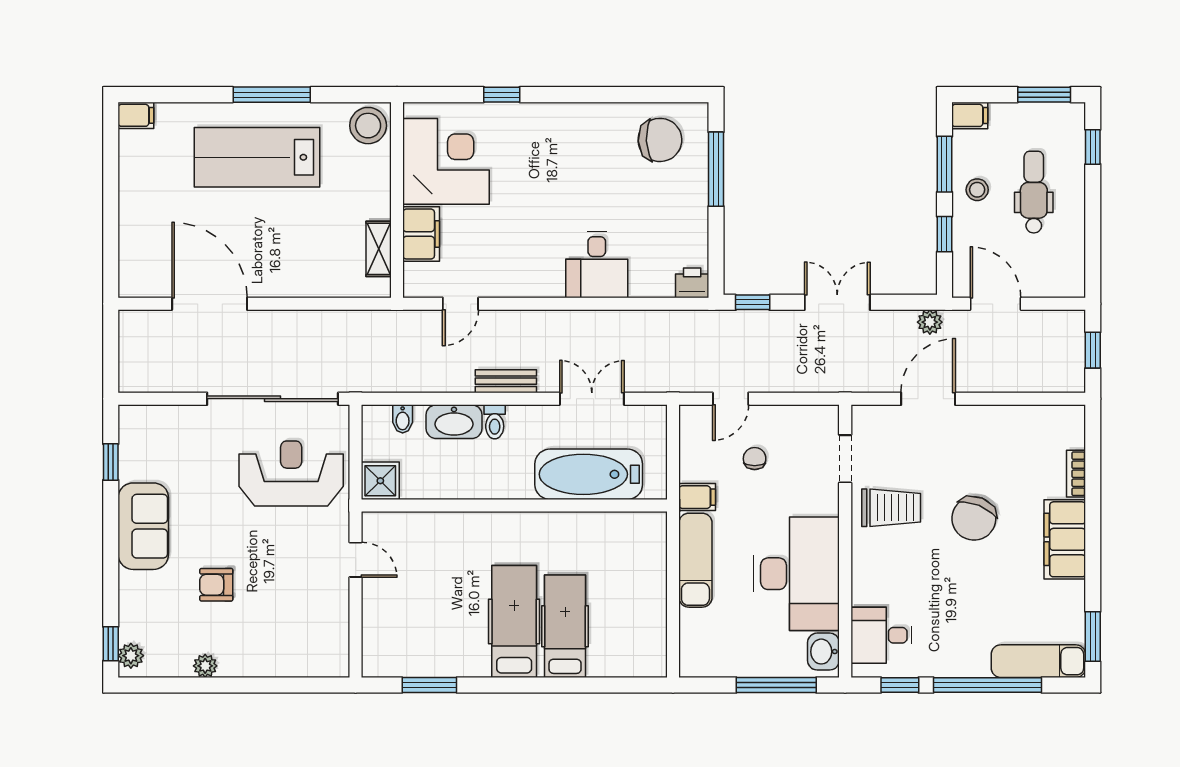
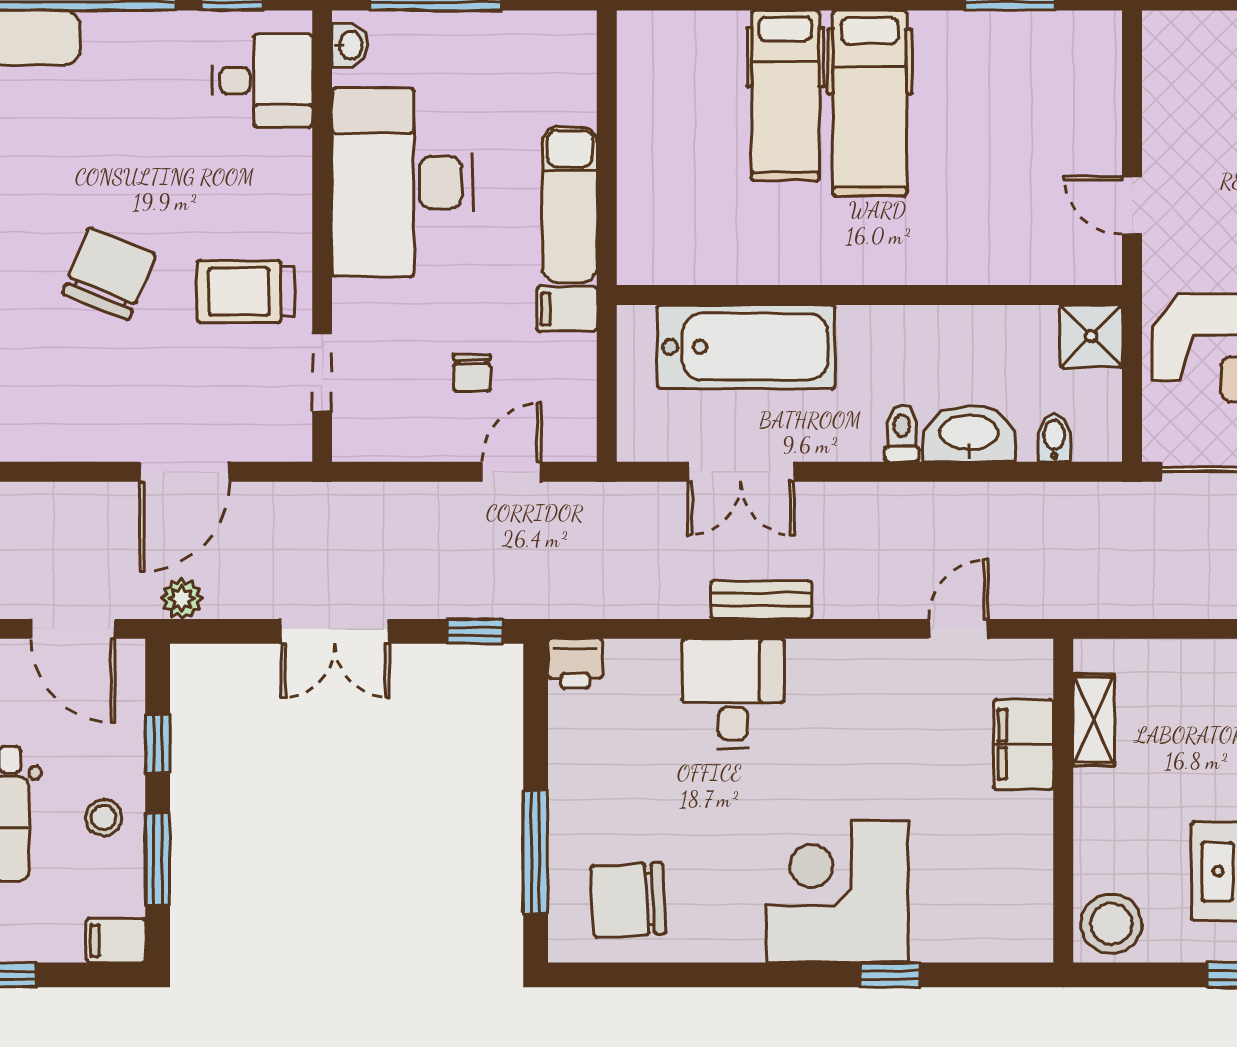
corner desk: (446, 161) -> (837, 891), moved, turned 90
bench: (506, 381) -> (761, 600), moved
washbasin: (823, 652) -> (350, 45), width x0.72, depth x0.69

